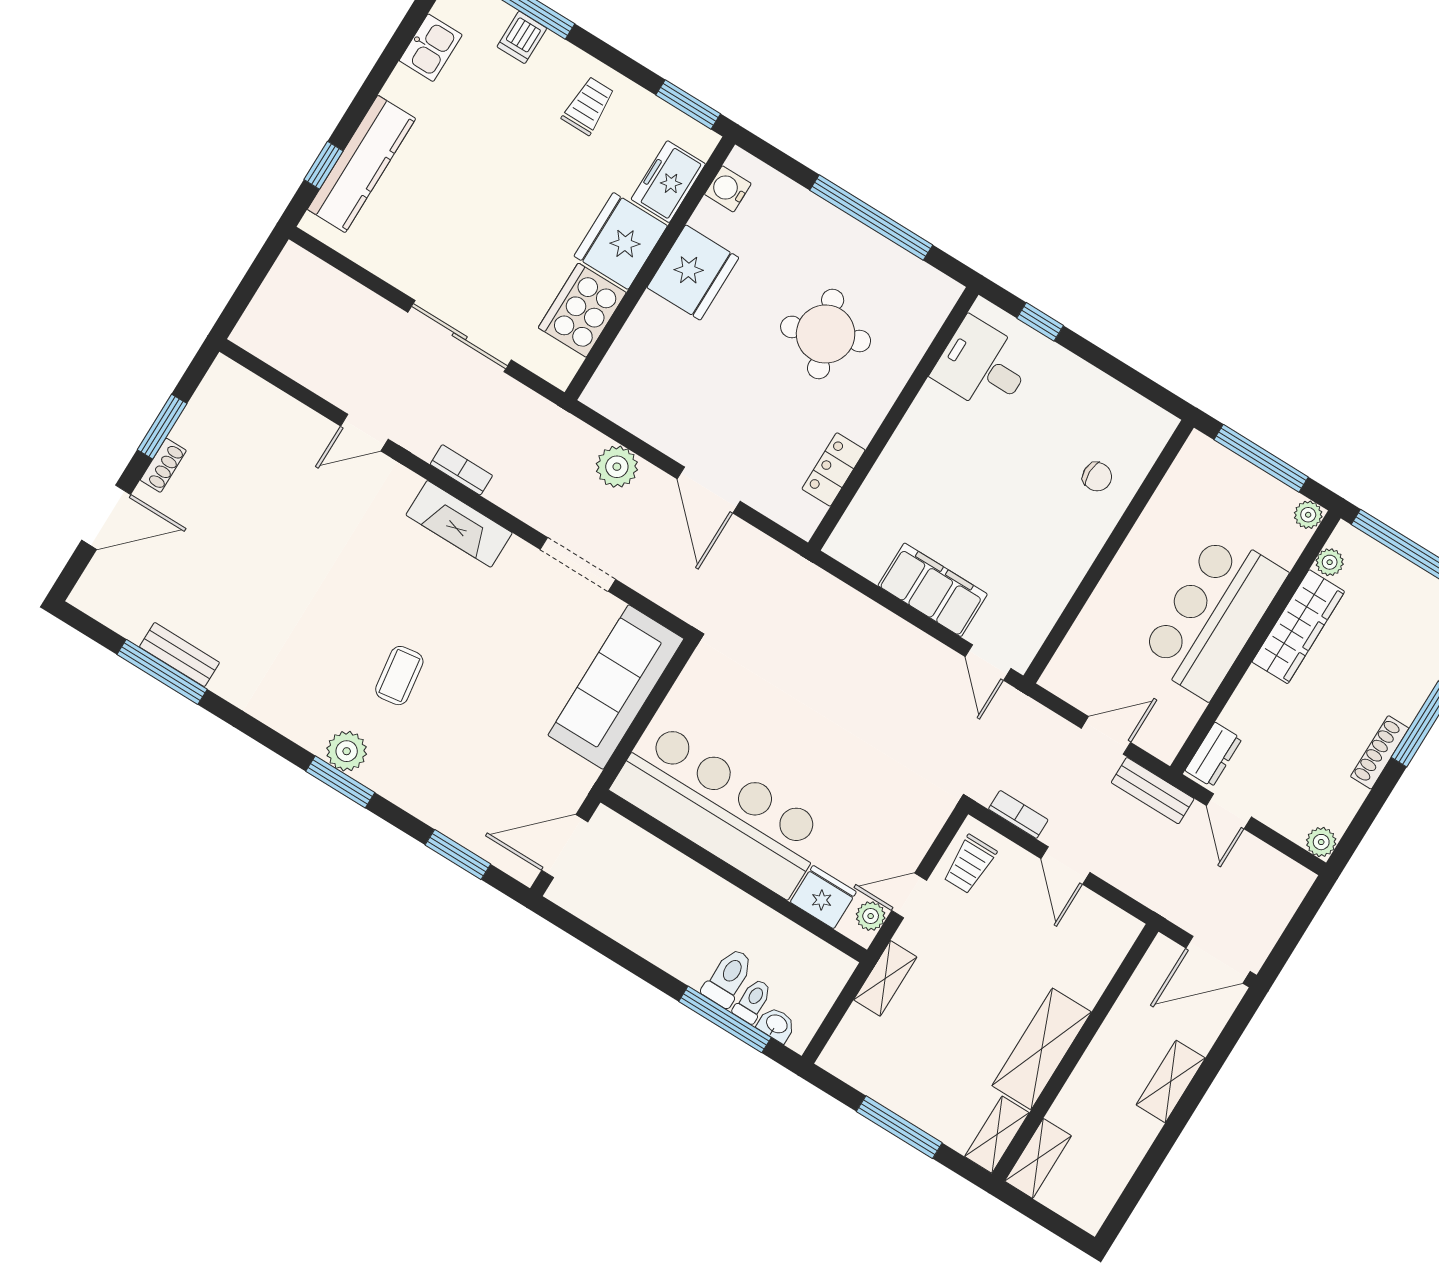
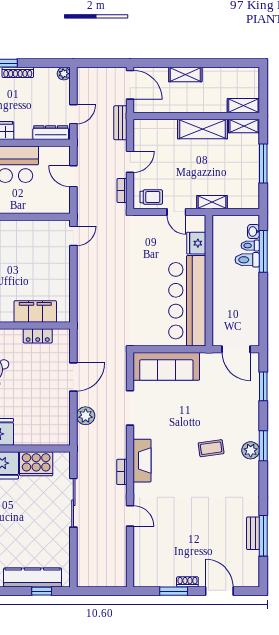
filing cabinet: (933, 590) -> (35, 311), moved, turned 90
dresser: (1214, 755) -> (51, 133), width x1.44
bench: (1153, 791) -> (120, 123), moved
plant: (871, 916) -> (193, 222), removed

